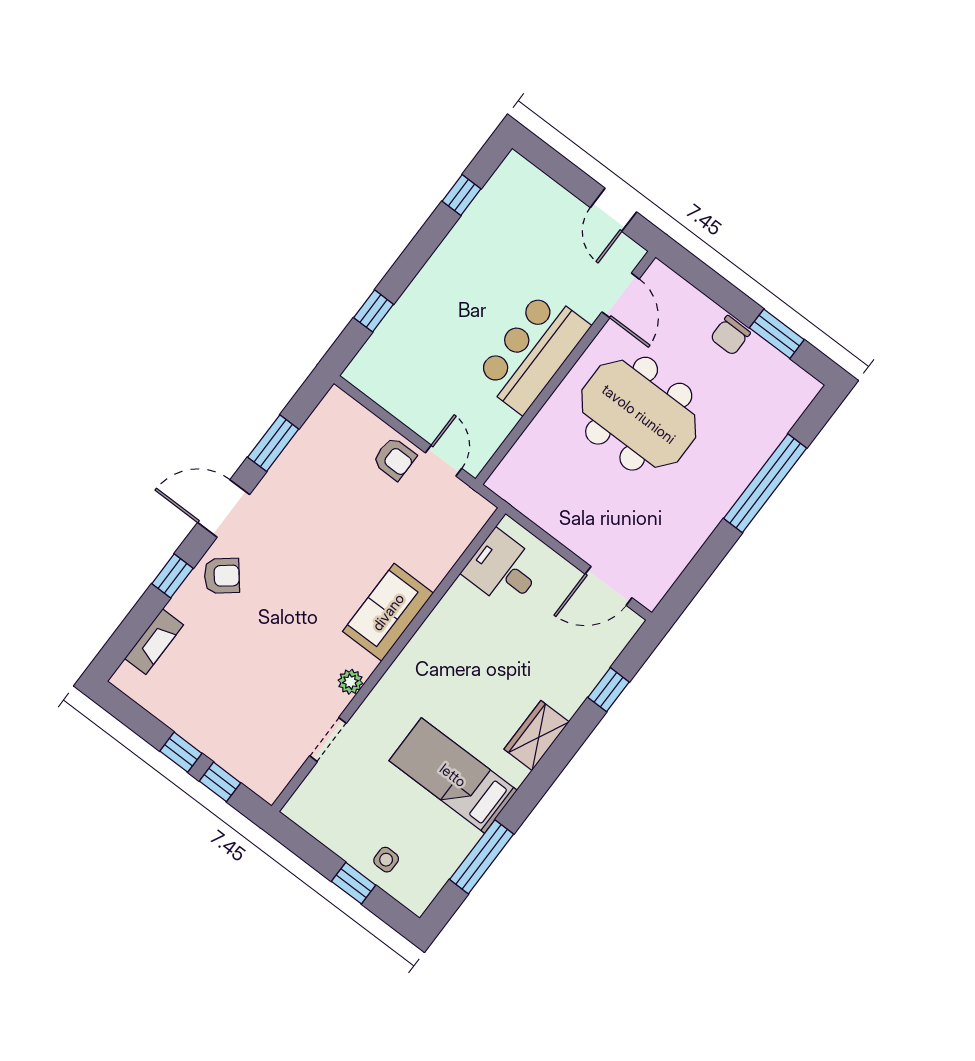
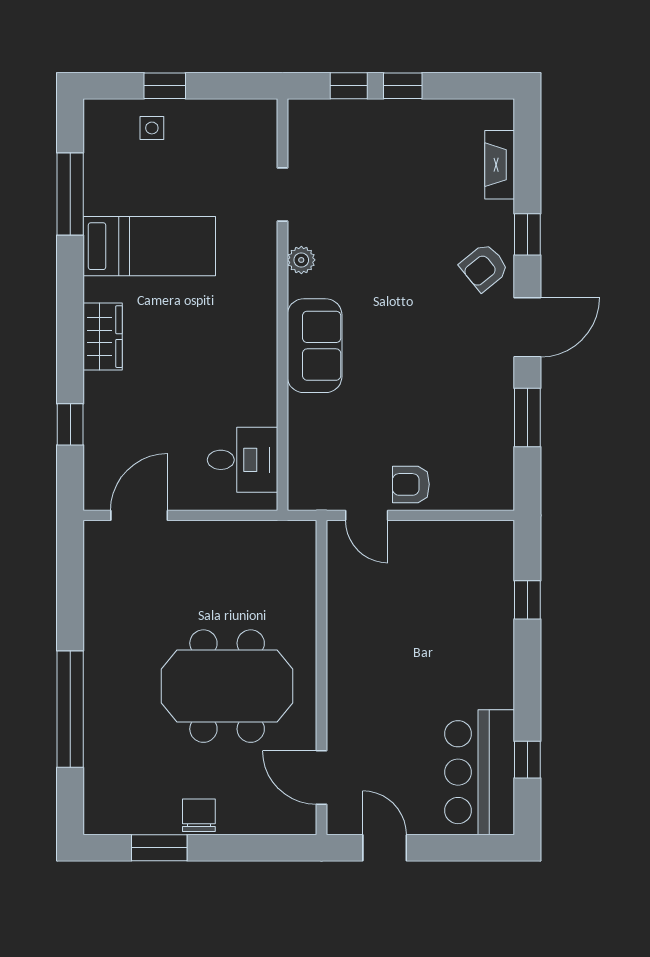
bar counter: (532, 352) -> (480, 772), moved, turned 180

